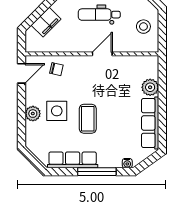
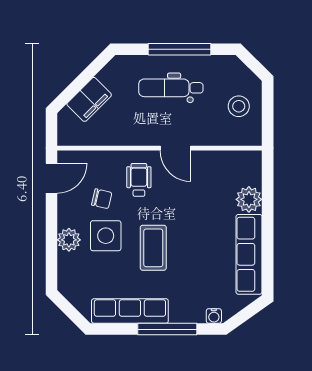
door: (102, 54) -> (176, 148), swing flipped
chair: (56, 69) -> (102, 199), moved
wheelchair: (78, 74) -> (139, 180), added

